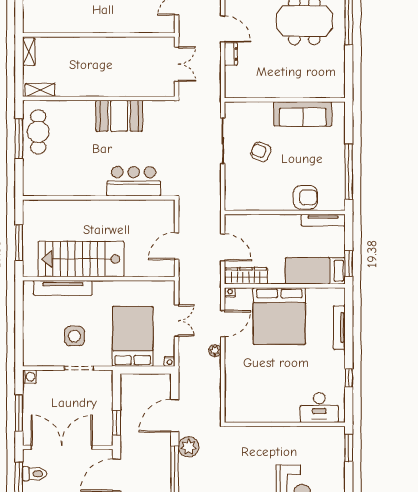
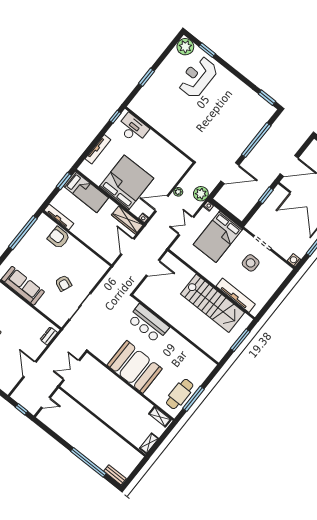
dresser: (231, 54) -> (49, 336), moved
booth: (119, 116) -> (135, 367), width x1.36, depth x1.42
desk: (319, 408) -> (133, 128), moved
wall: (285, 424) -> (160, 135), moved
plant: (189, 447) -> (201, 194), moved

